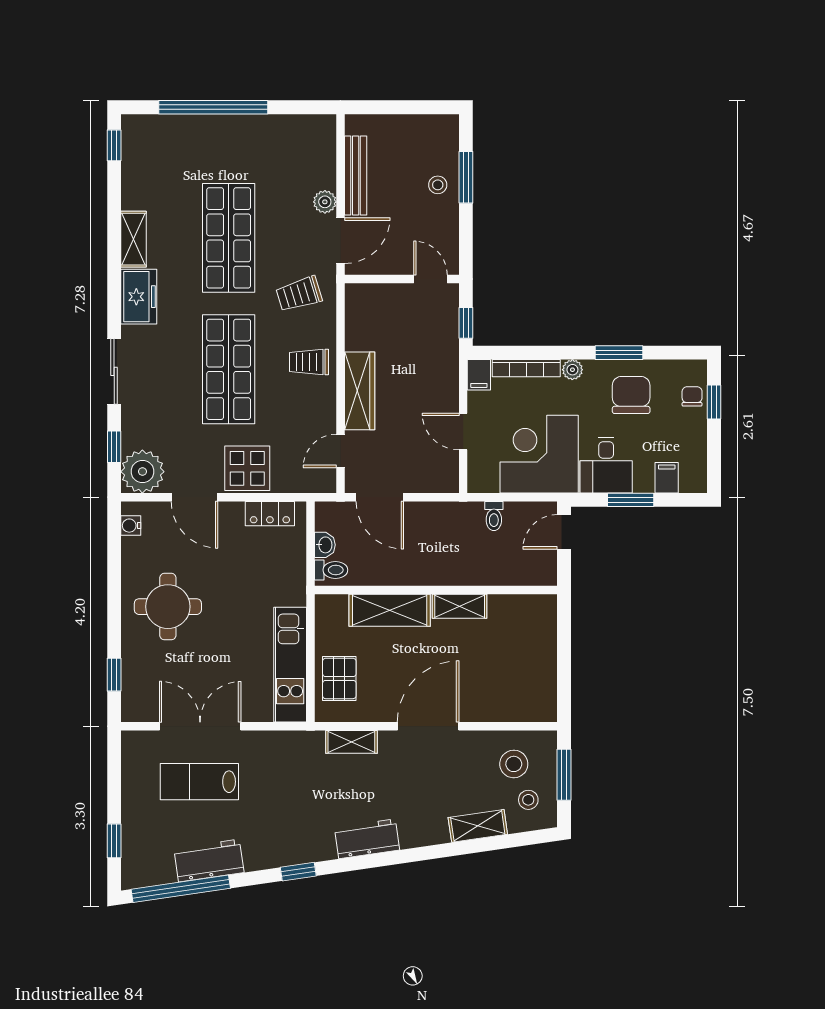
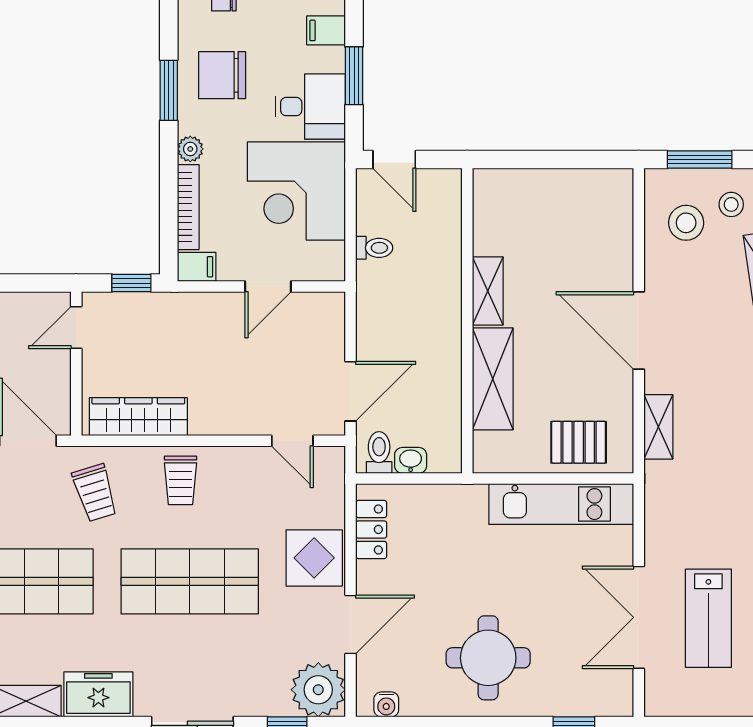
wardrobe: (360, 391) -> (138, 417), moved
toilet: (331, 570) -> (379, 453), moved

